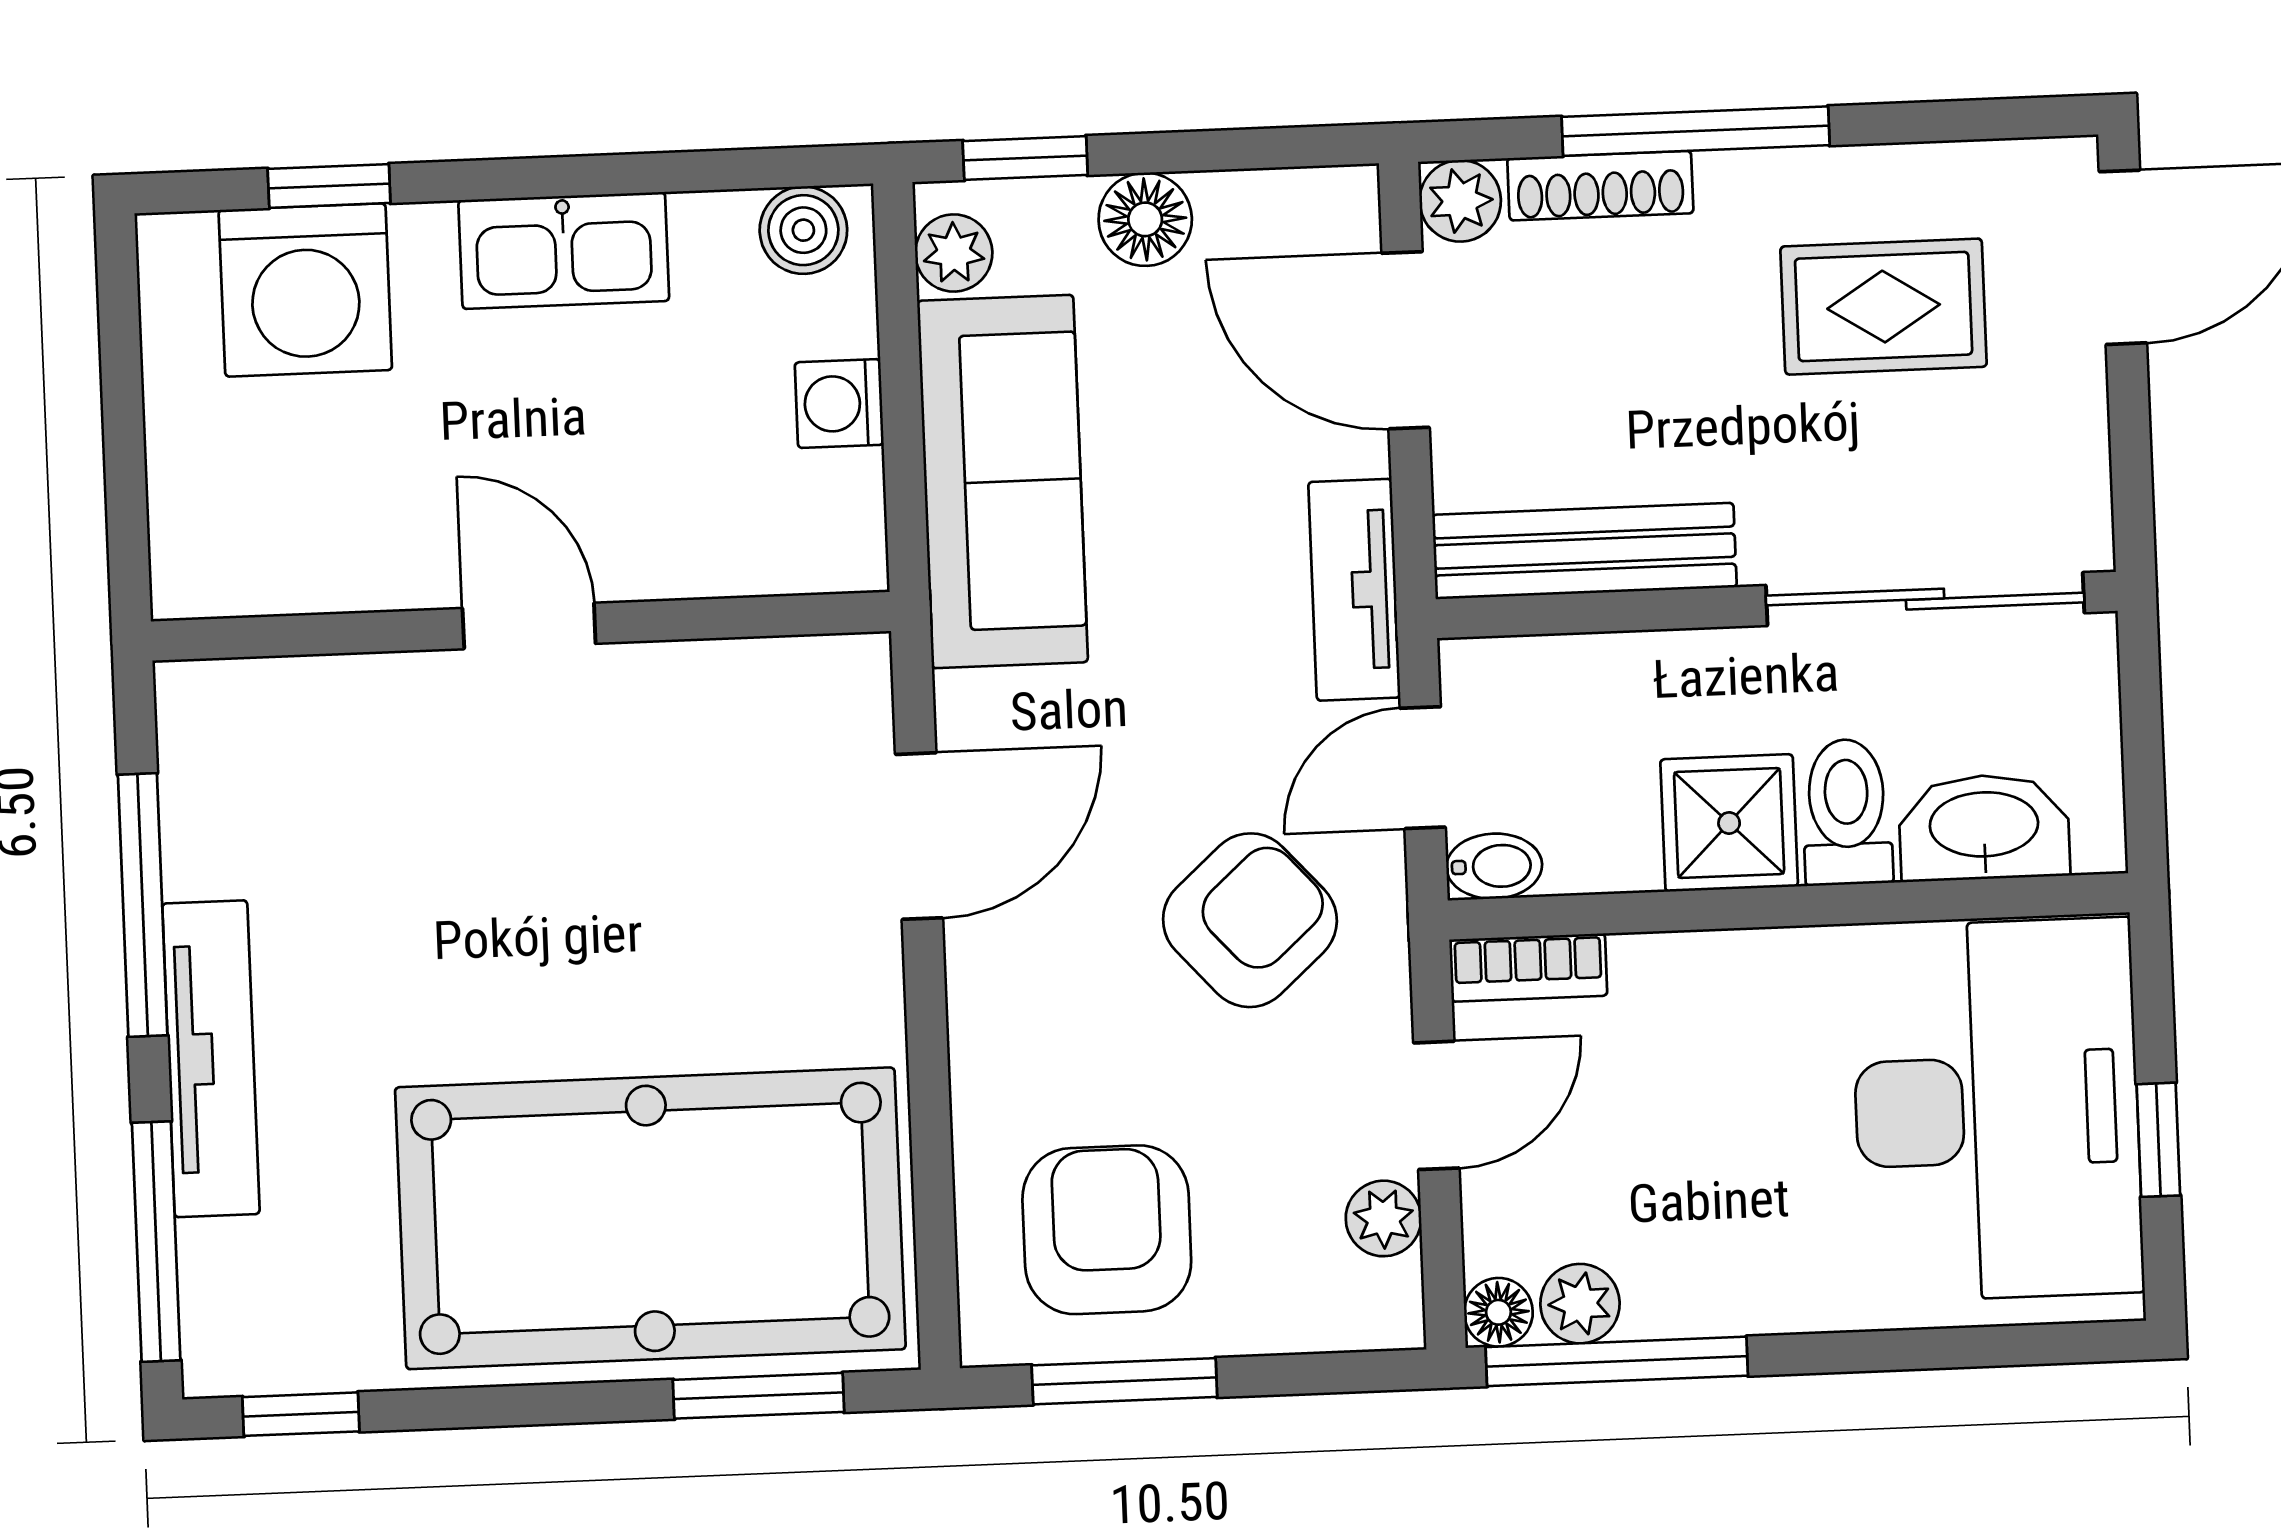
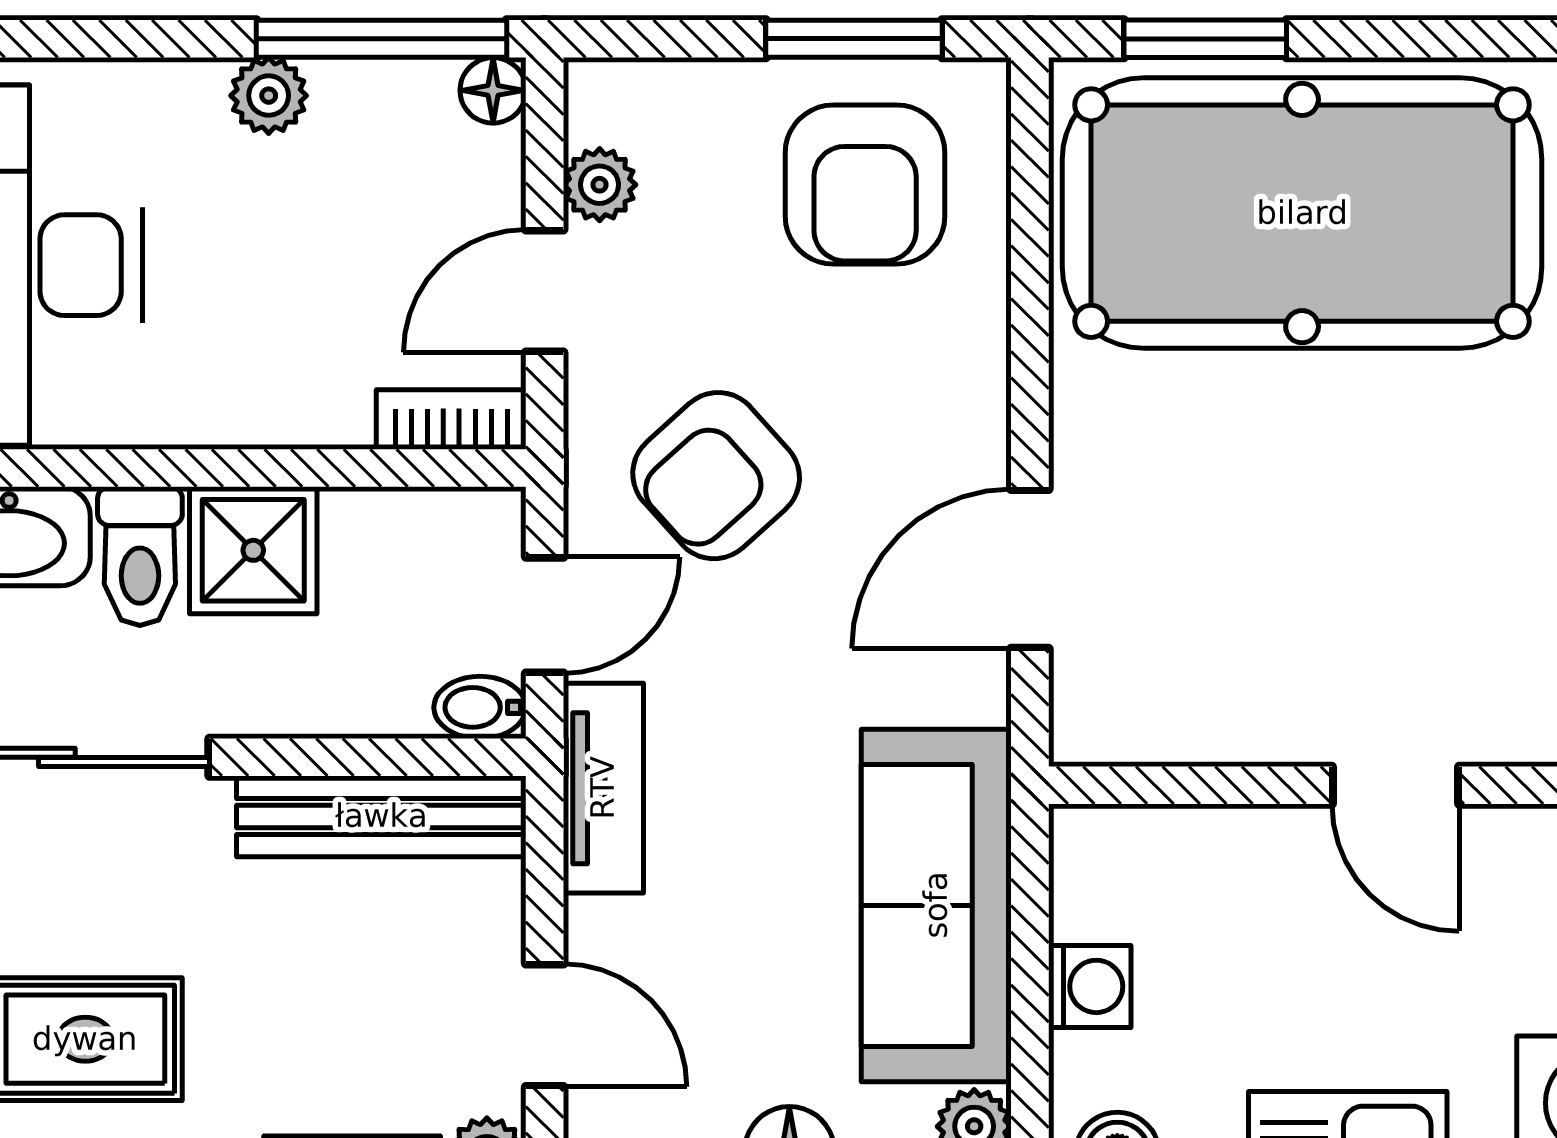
door: (1406, 340) -> (545, 1025), width x0.73
bidet: (1494, 866) -> (480, 707), moved
plant: (1580, 1304) -> (269, 96), moved

